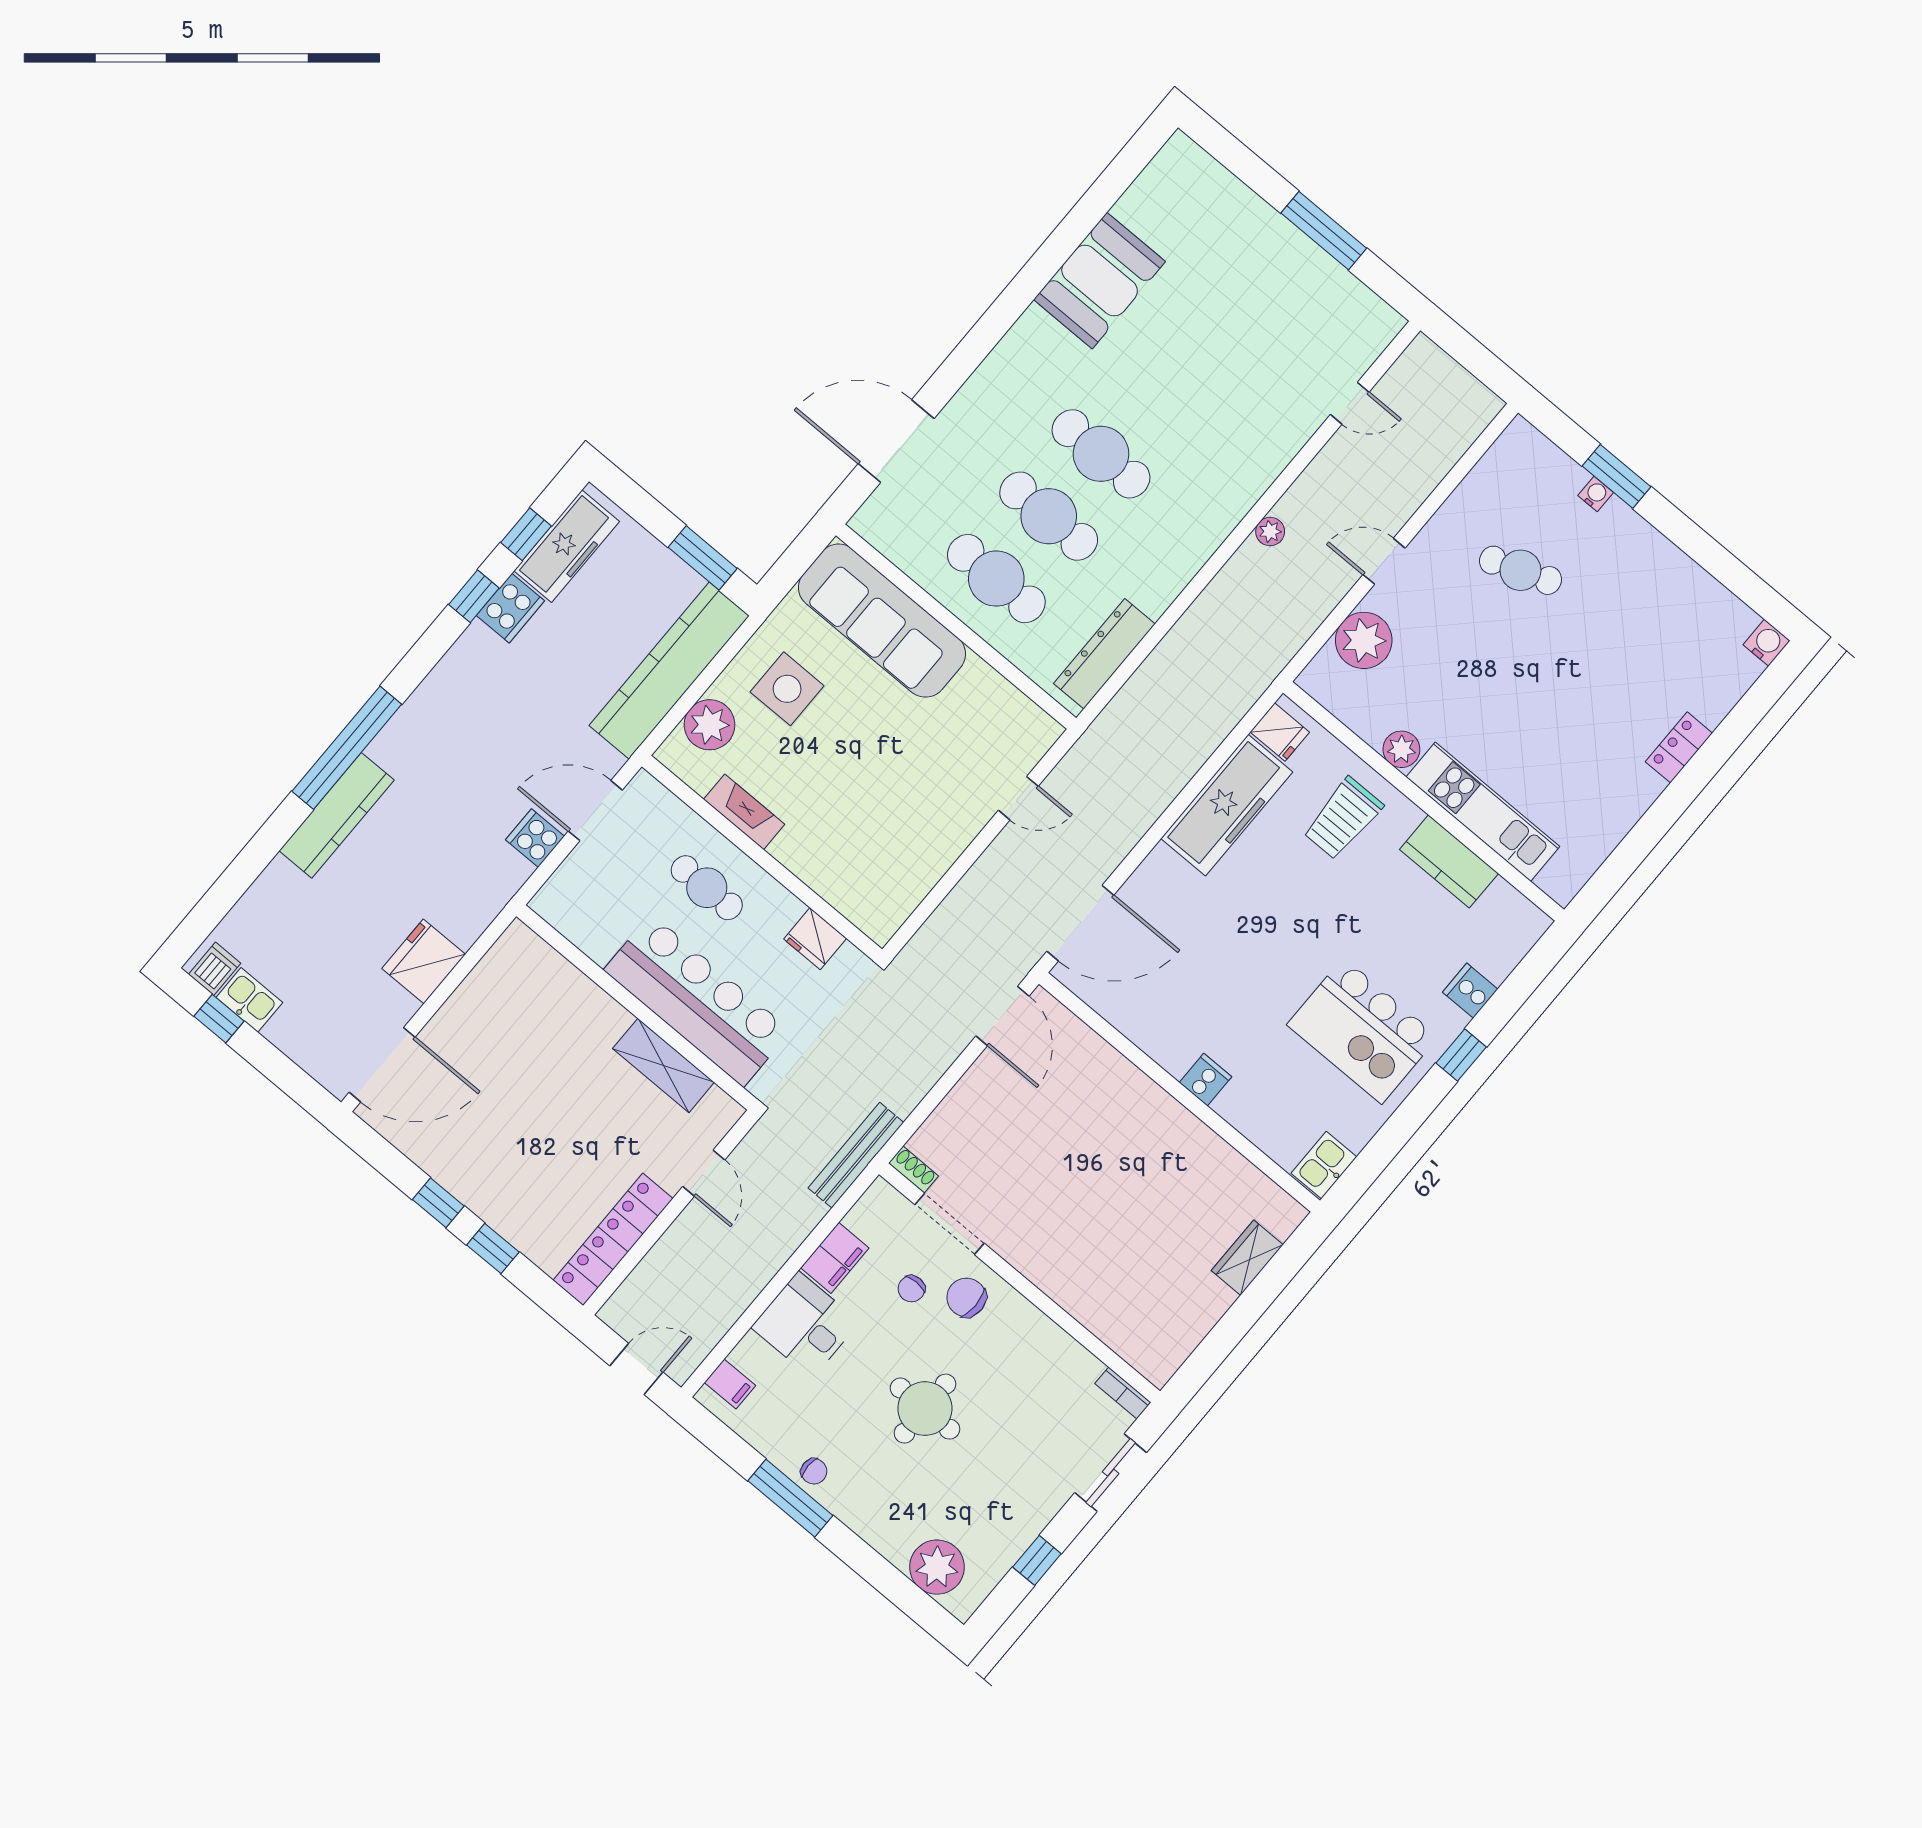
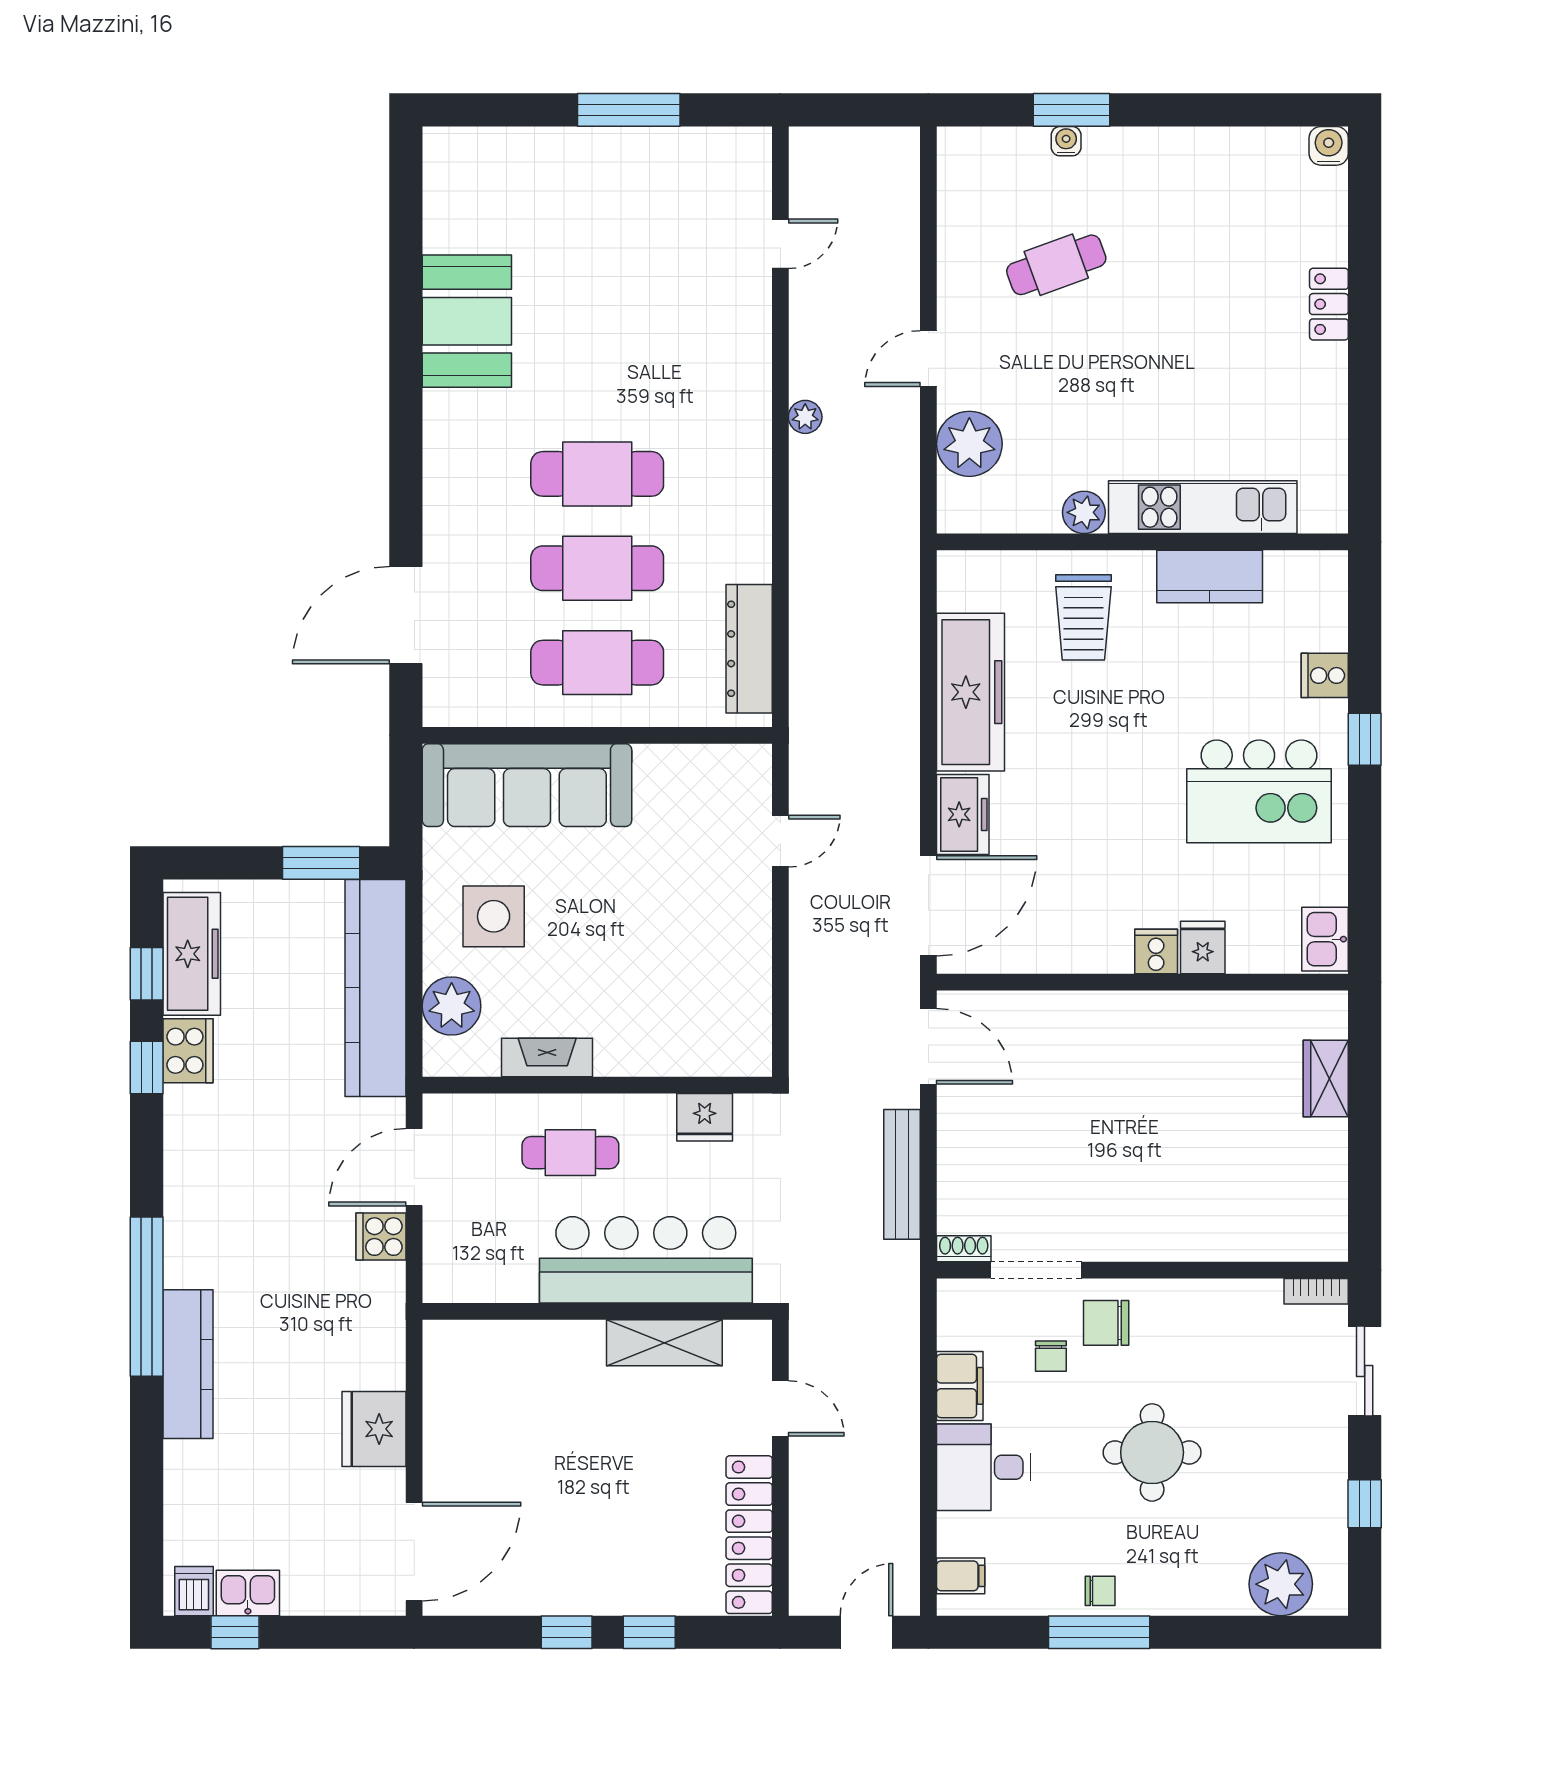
fridge: (1280, 732) -> (1203, 947), moved, turned -90
freezer: (1154, 882) -> (963, 814), added
bench: (856, 1155) -> (902, 1174), moved

